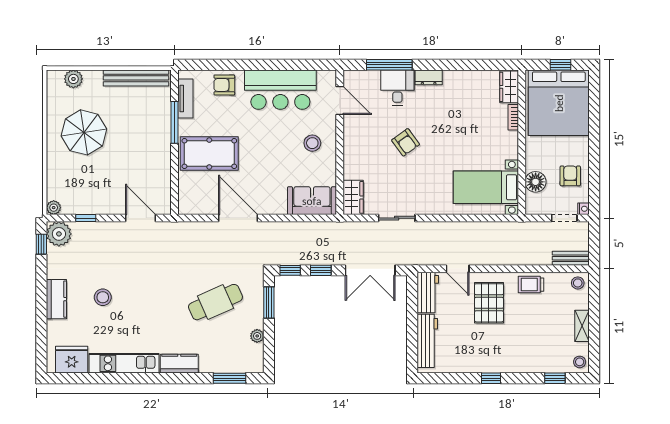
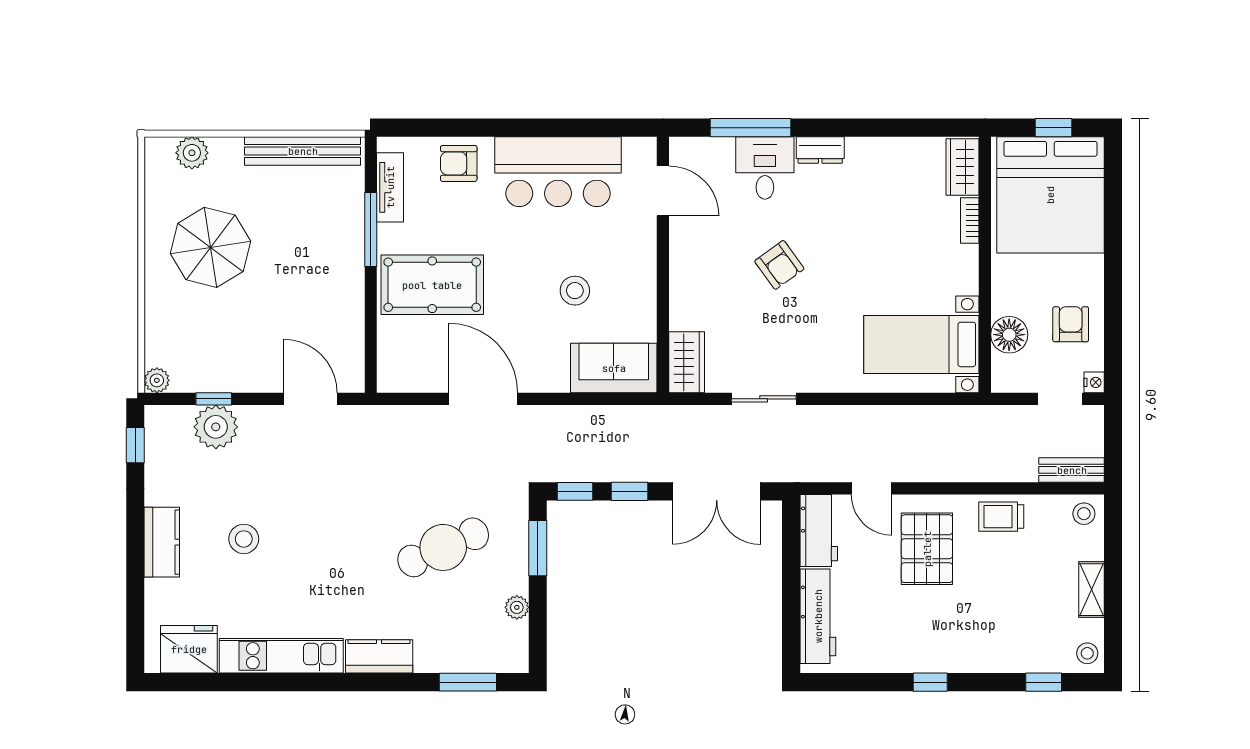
stool: (312, 143) -> (575, 291), moved
plant: (59, 234) -> (216, 427), moved

